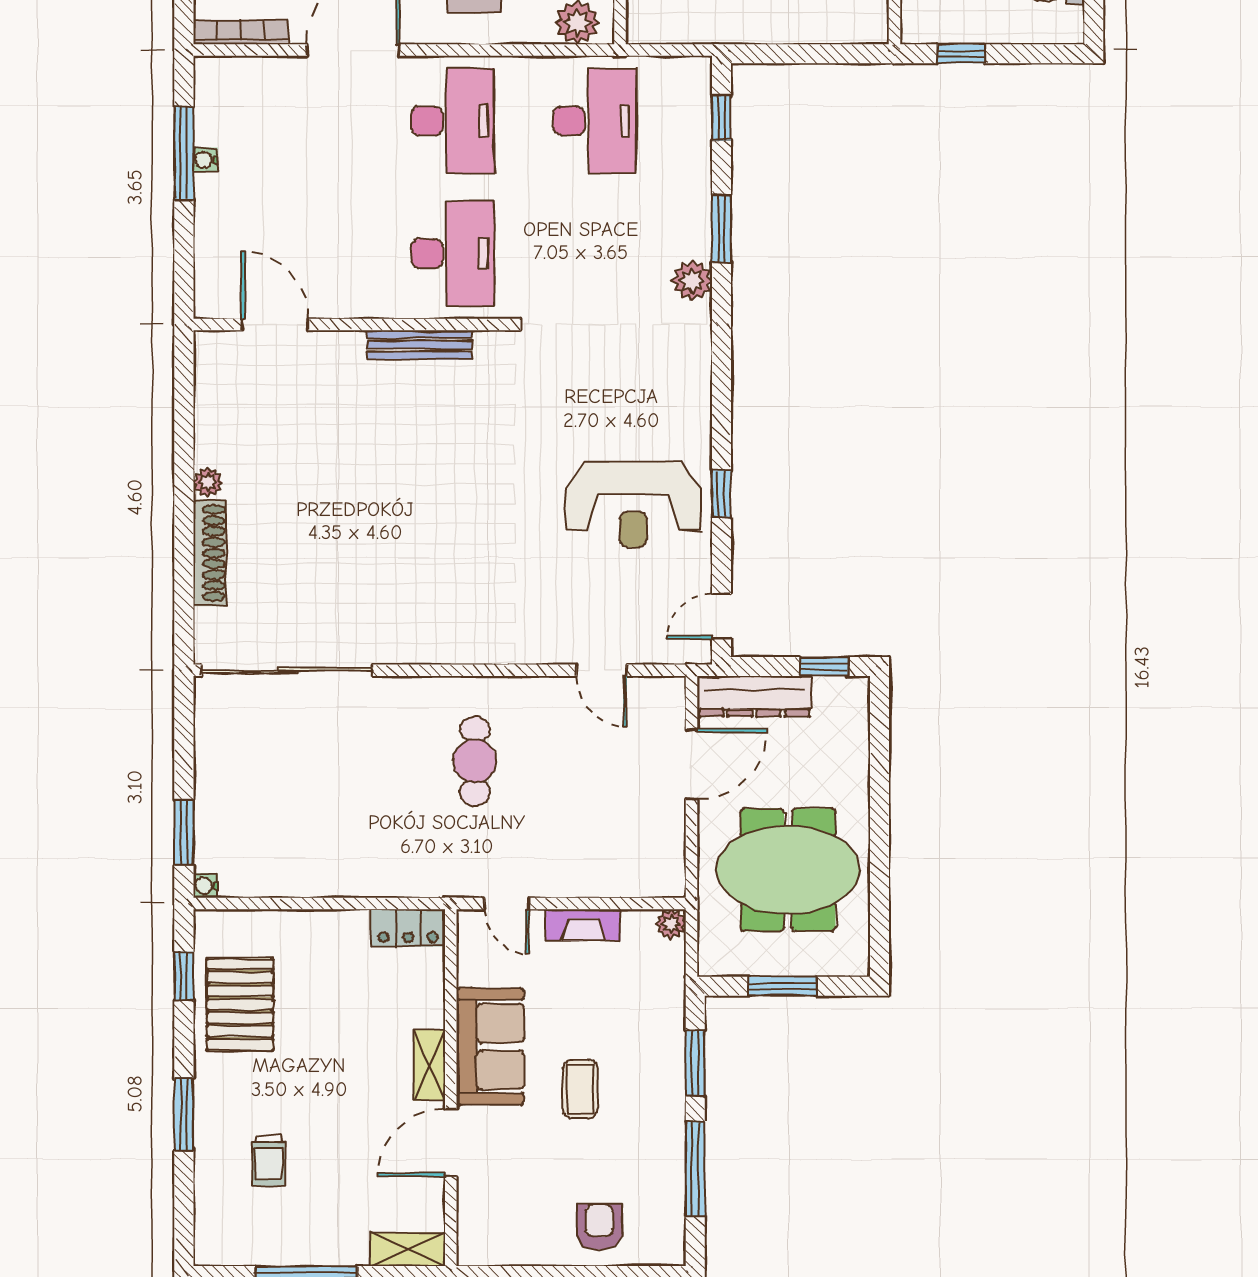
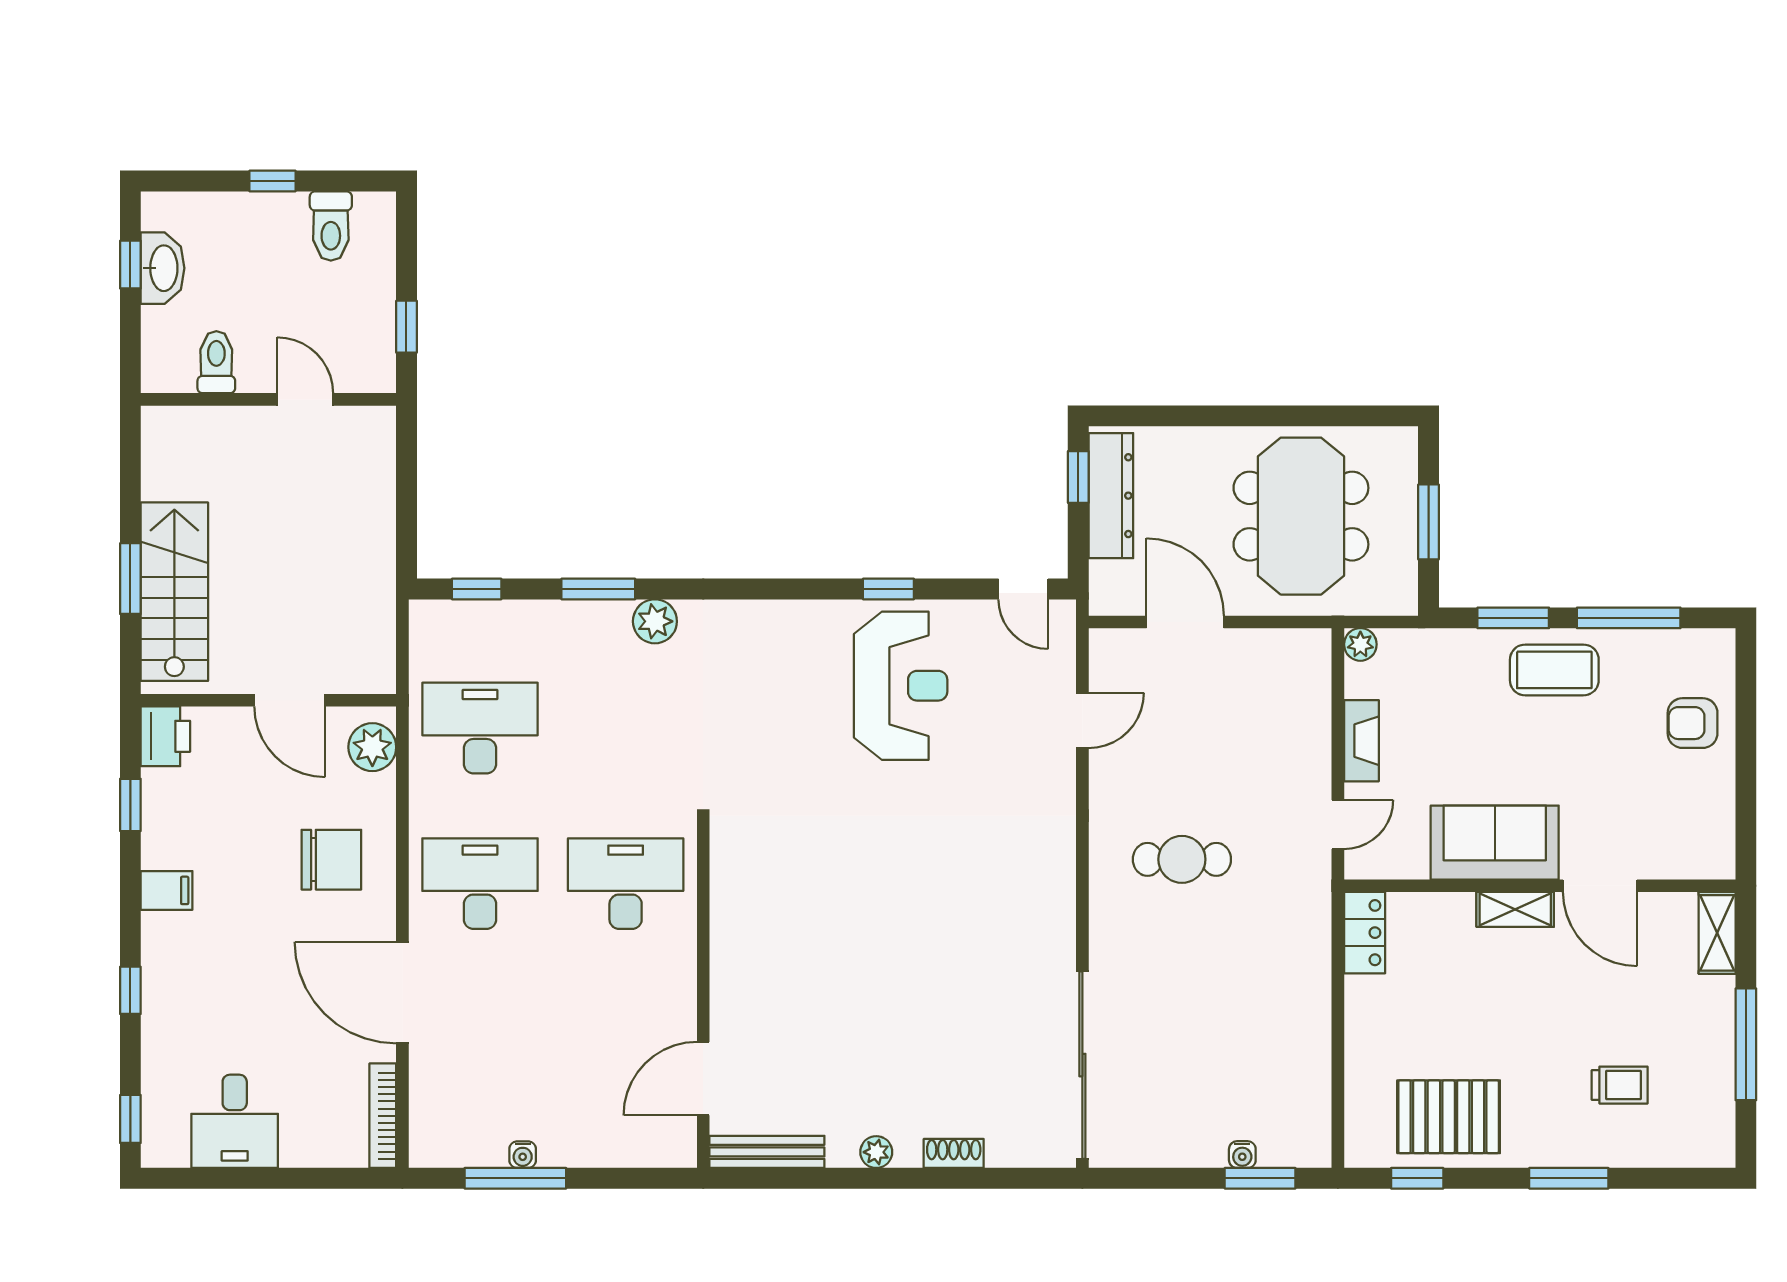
bench: (419, 345) -> (767, 1152), moved, turned 90
shoe rack: (210, 553) -> (954, 1153), width x0.51, depth x0.81
dresser: (754, 696) -> (1111, 496), moved
water cooler: (206, 886) -> (1242, 1155), moved
coffee table: (580, 1089) -> (1554, 670), moved, width x1.36, depth x1.30

